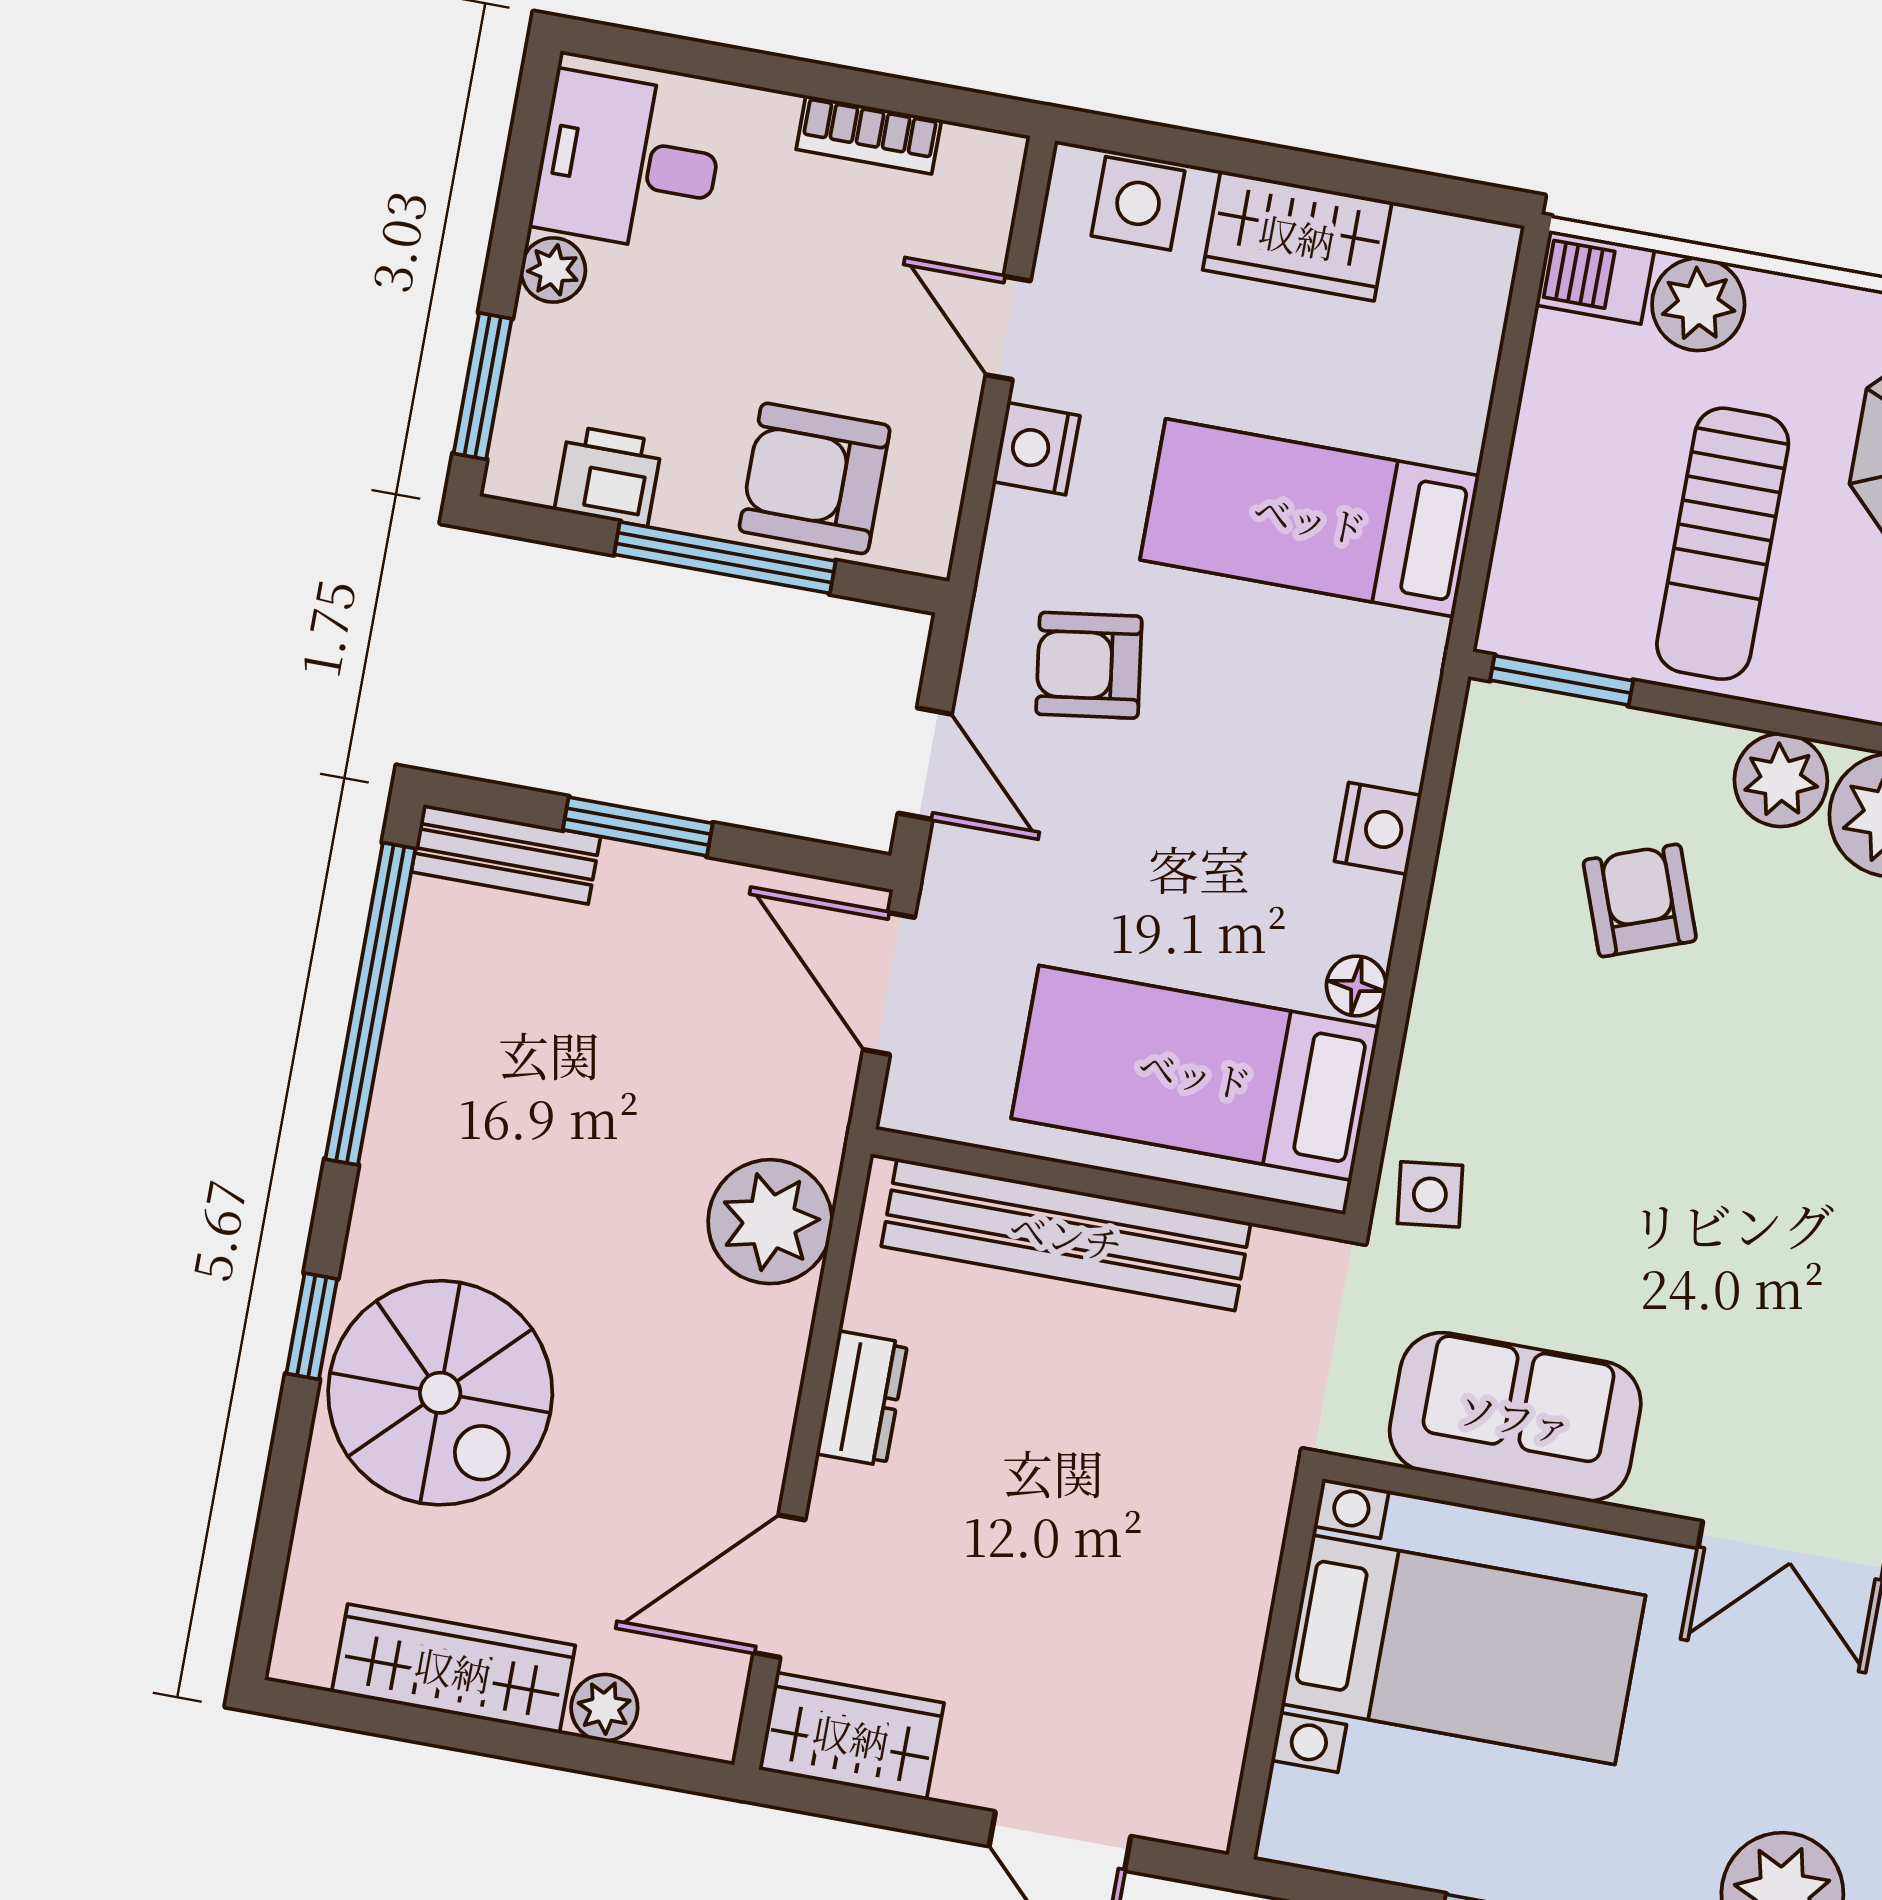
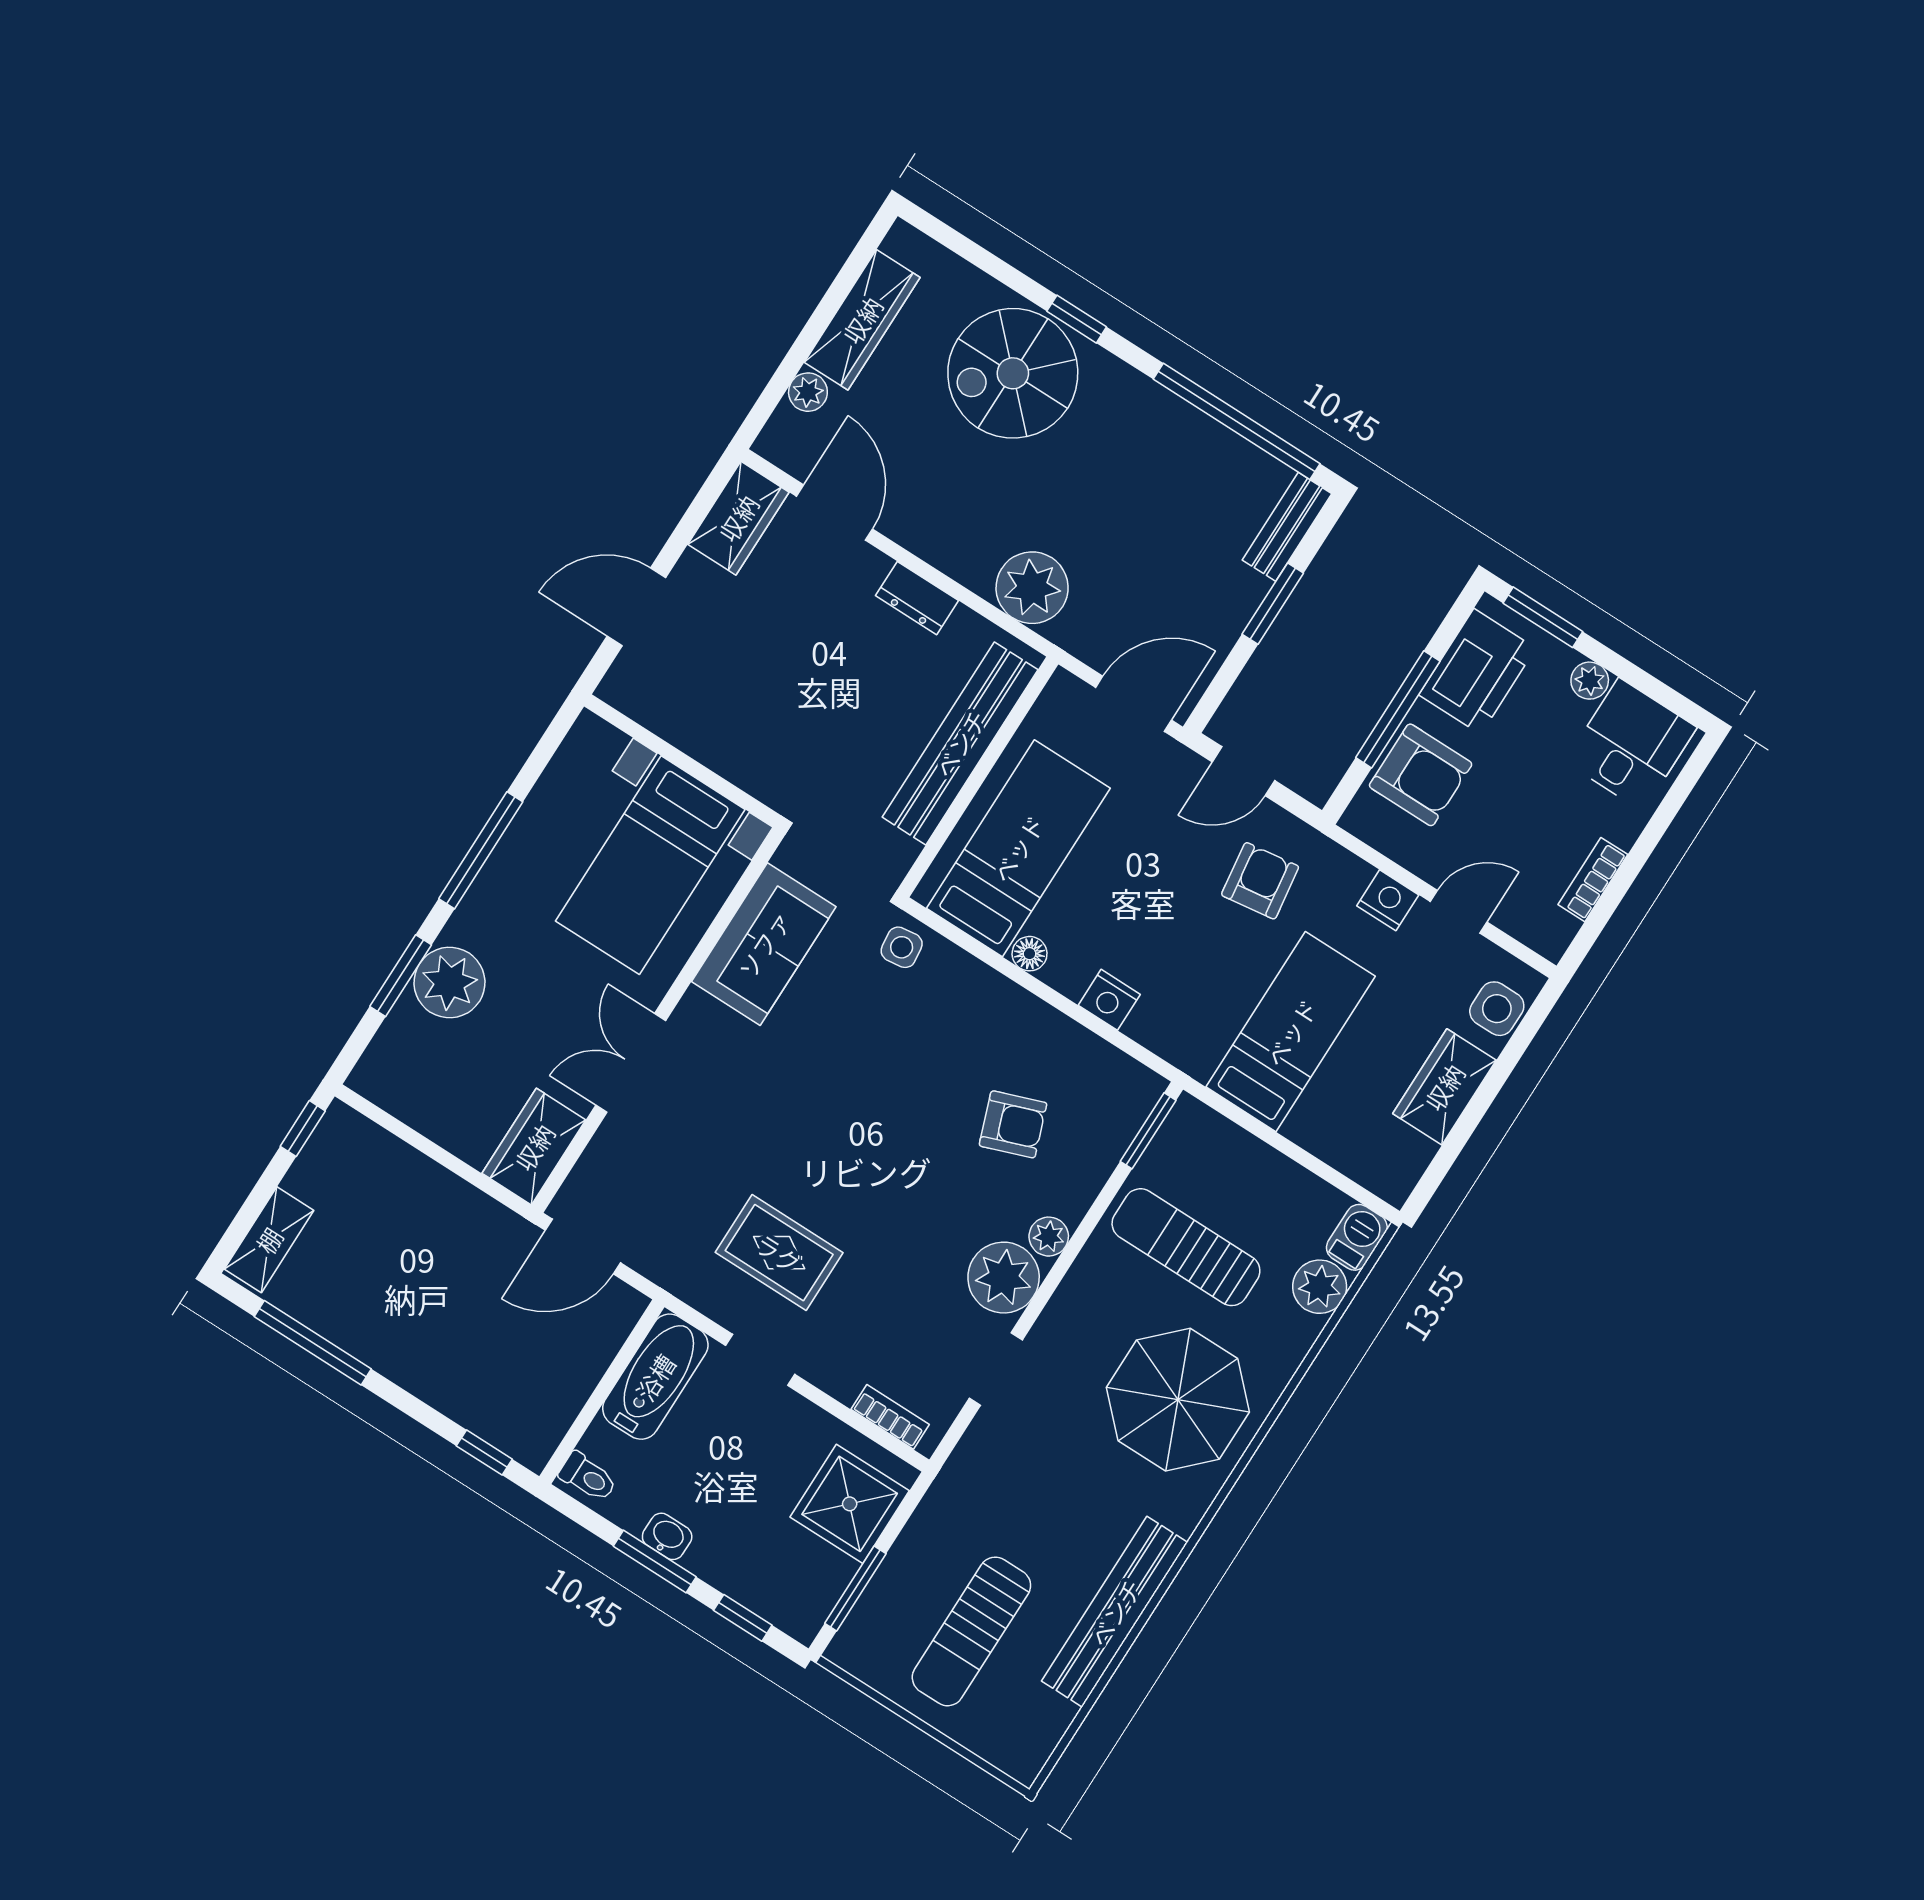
printer: (608, 476) -> (1477, 671), width x1.87, depth x1.48
armchair: (815, 478) -> (1421, 775), turned 90
plant: (1781, 780) -> (1049, 1237), width x0.73, depth x0.73

